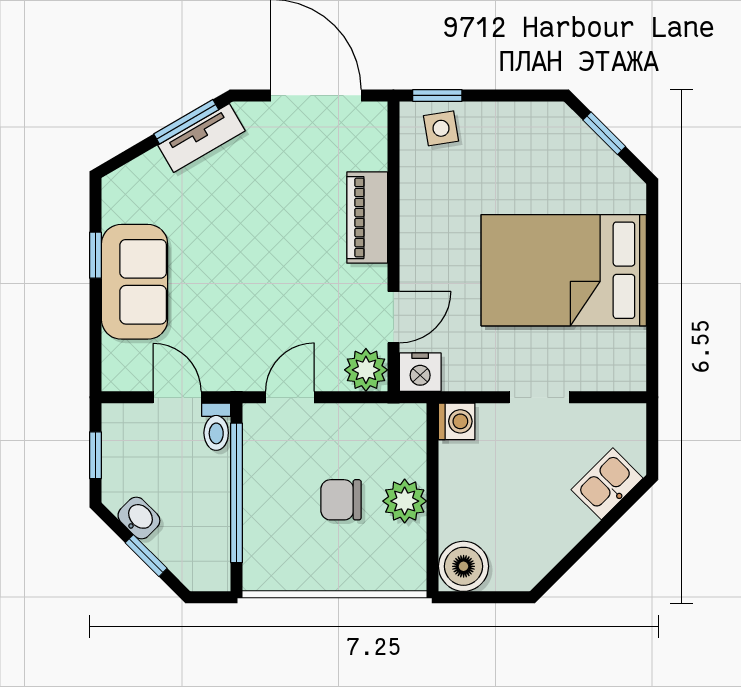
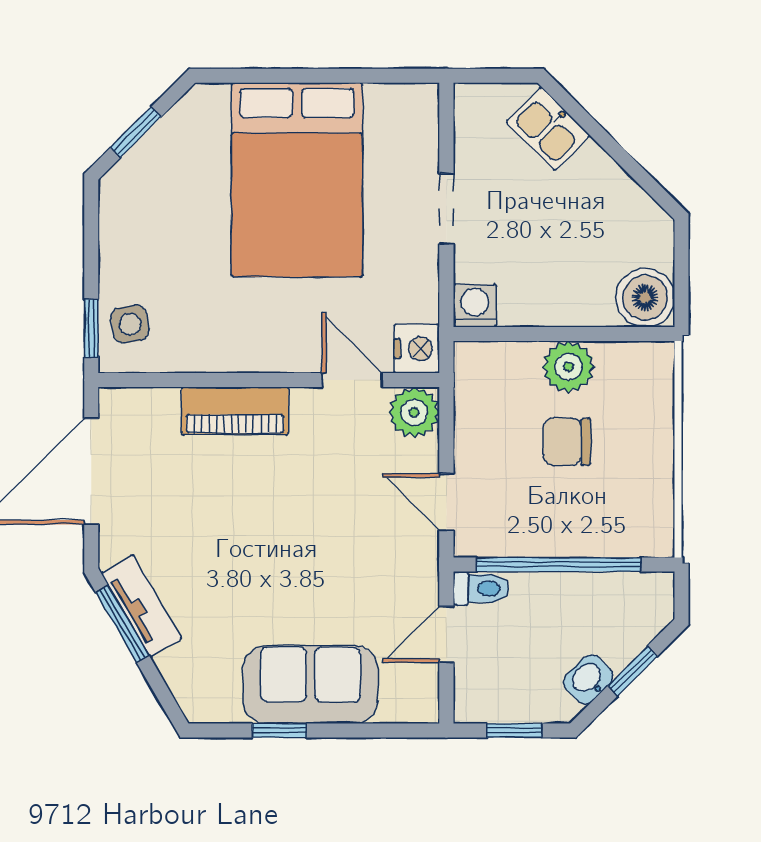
chair: (341, 500) -> (567, 442), turned 90

